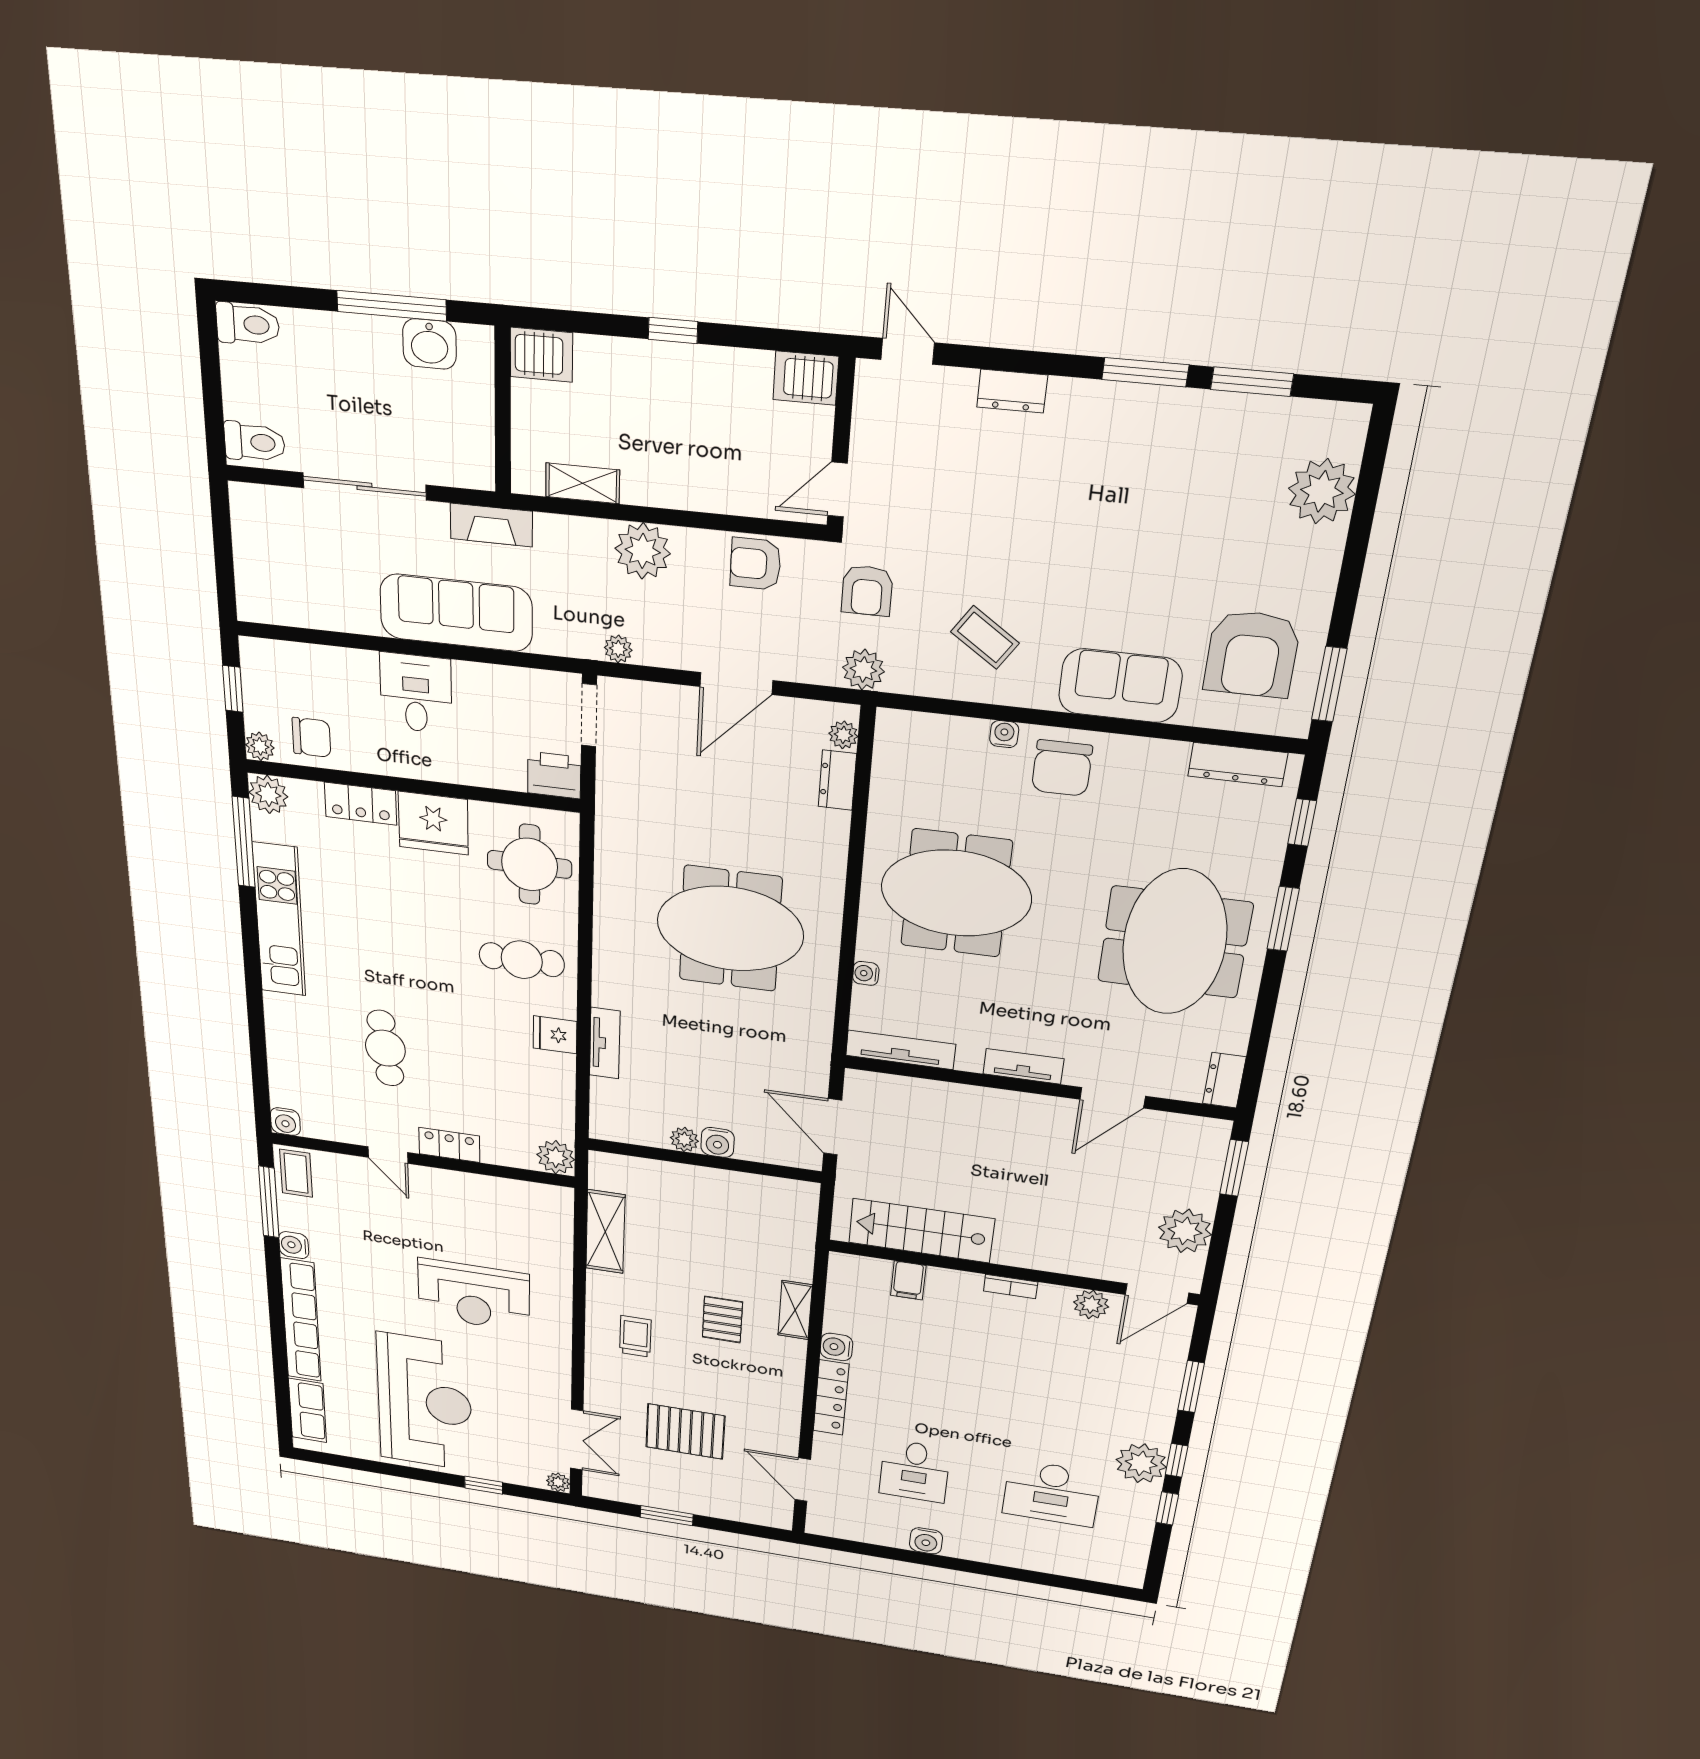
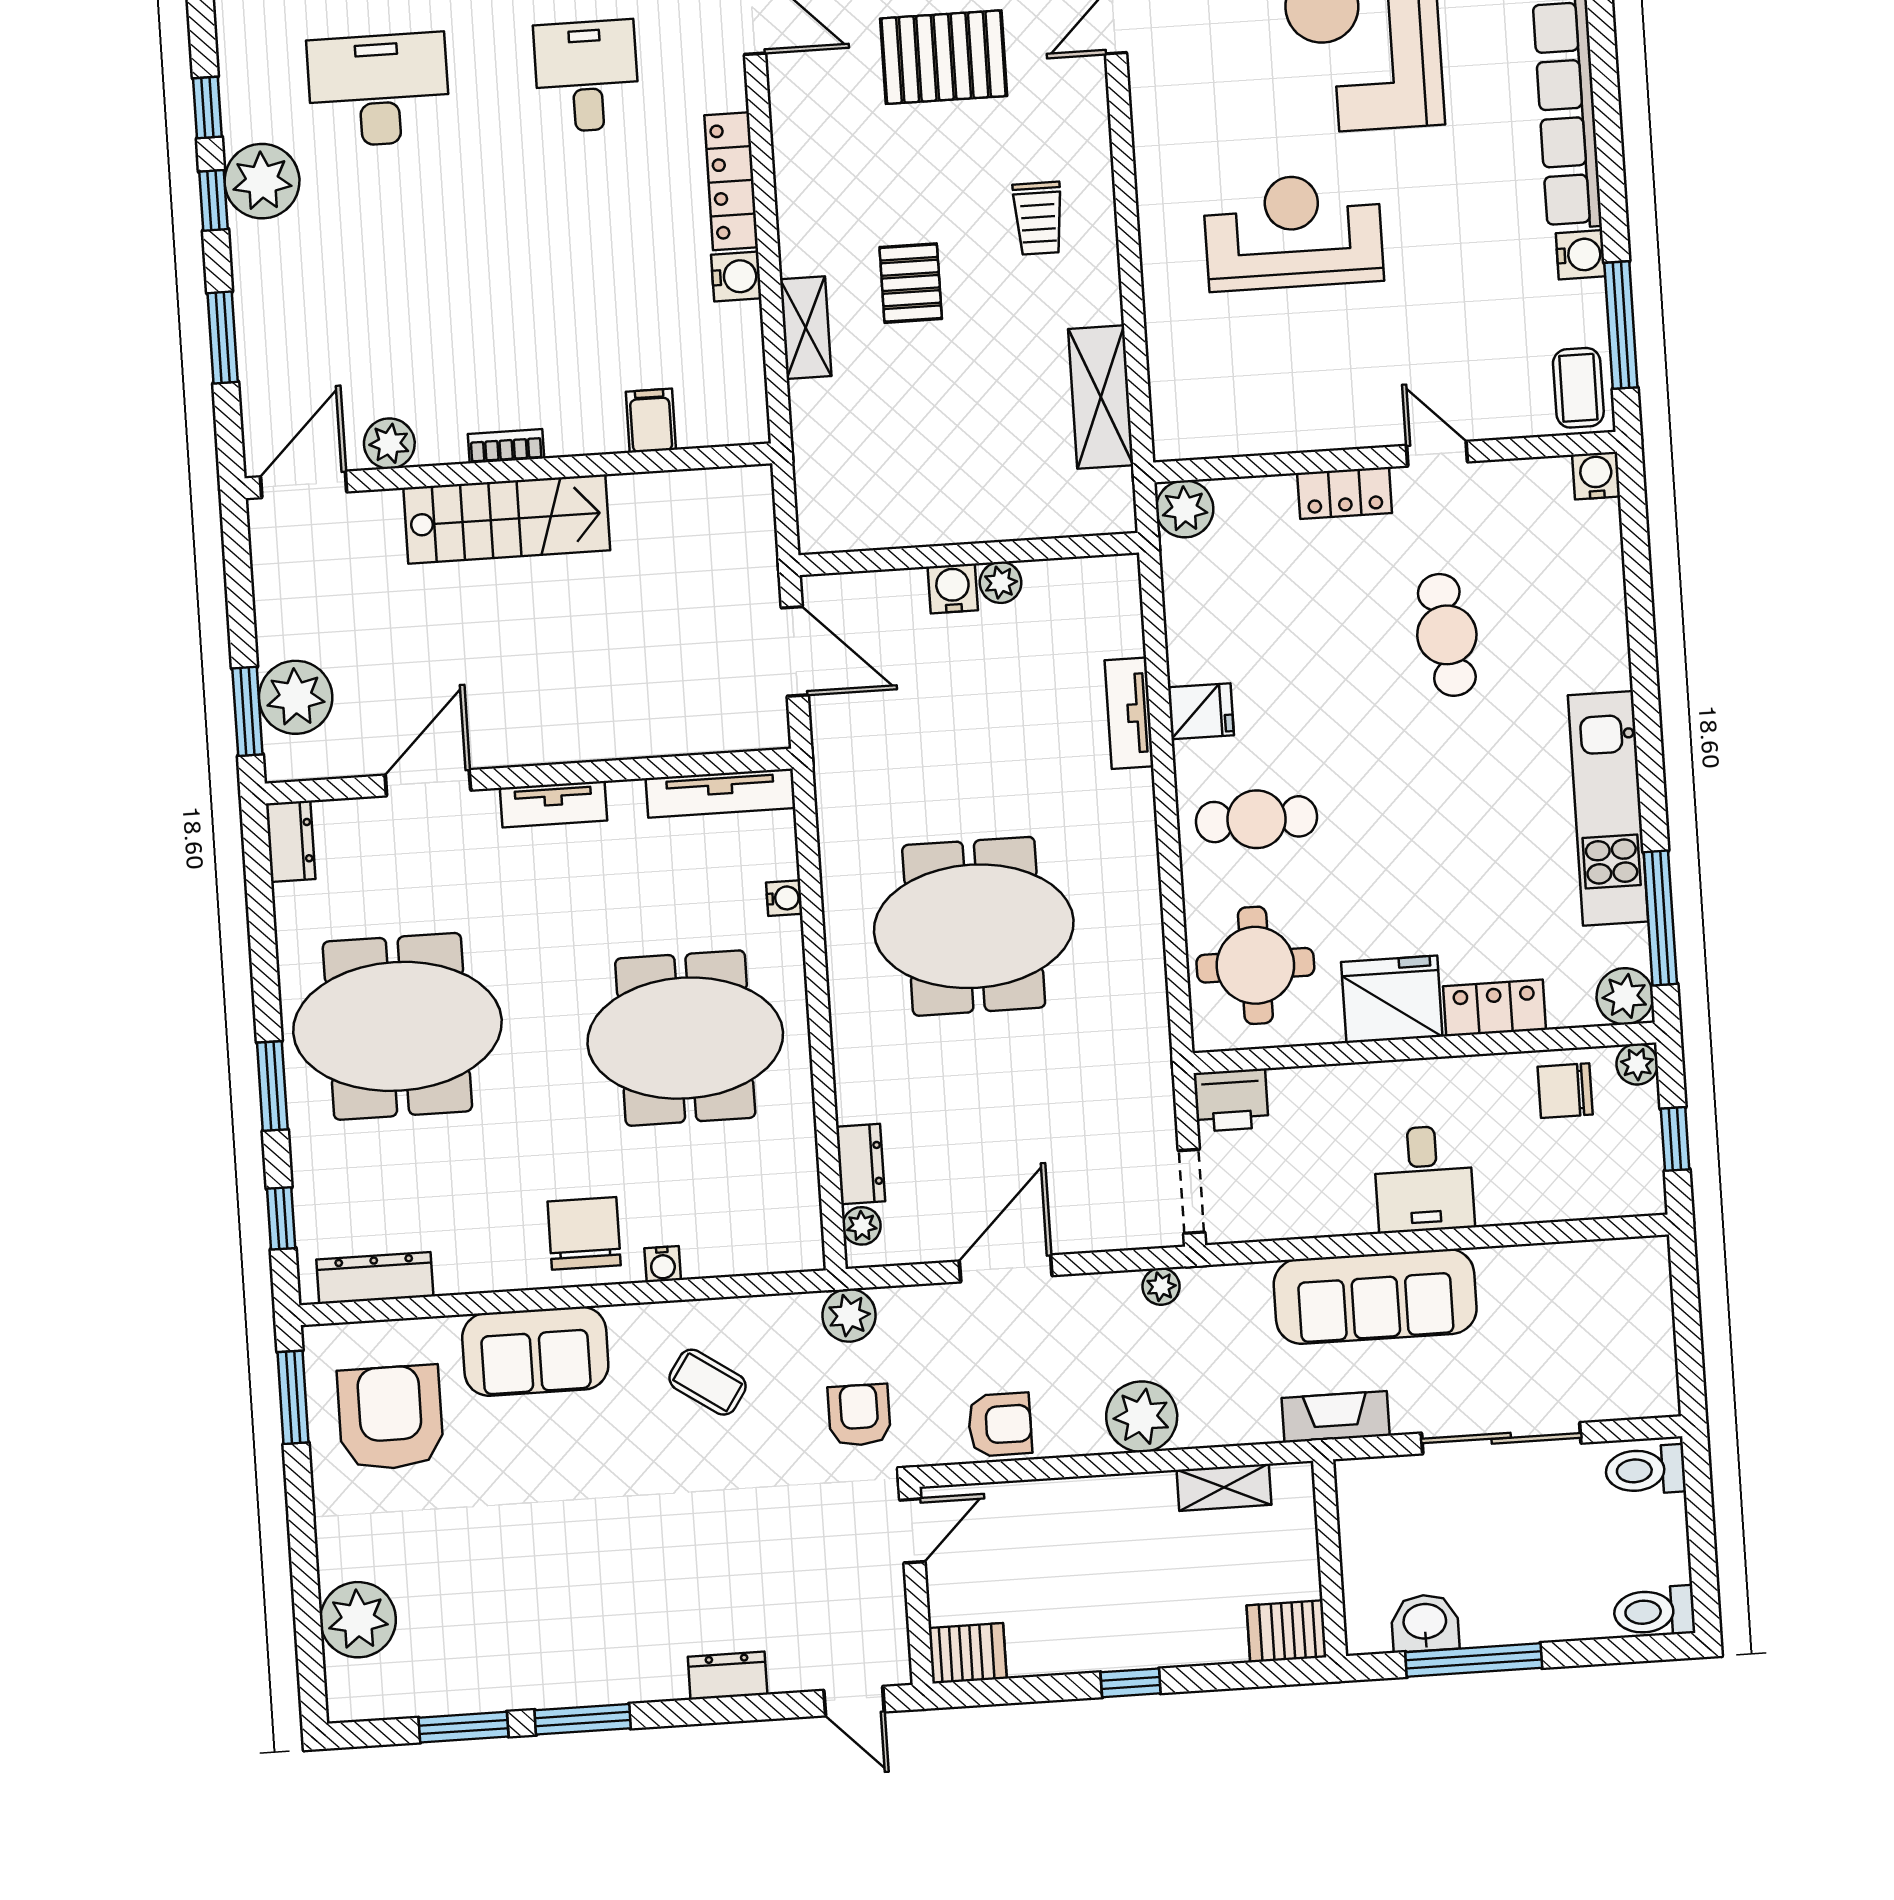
meeting table: (1175, 942) -> (397, 1026), turned 90
stairs: (921, 1231) -> (507, 519), moved
plant: (1185, 1231) -> (296, 697), moved

